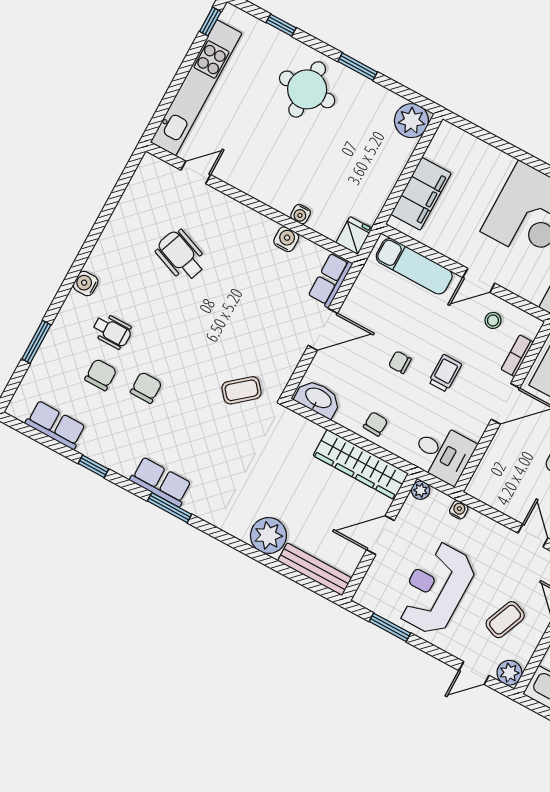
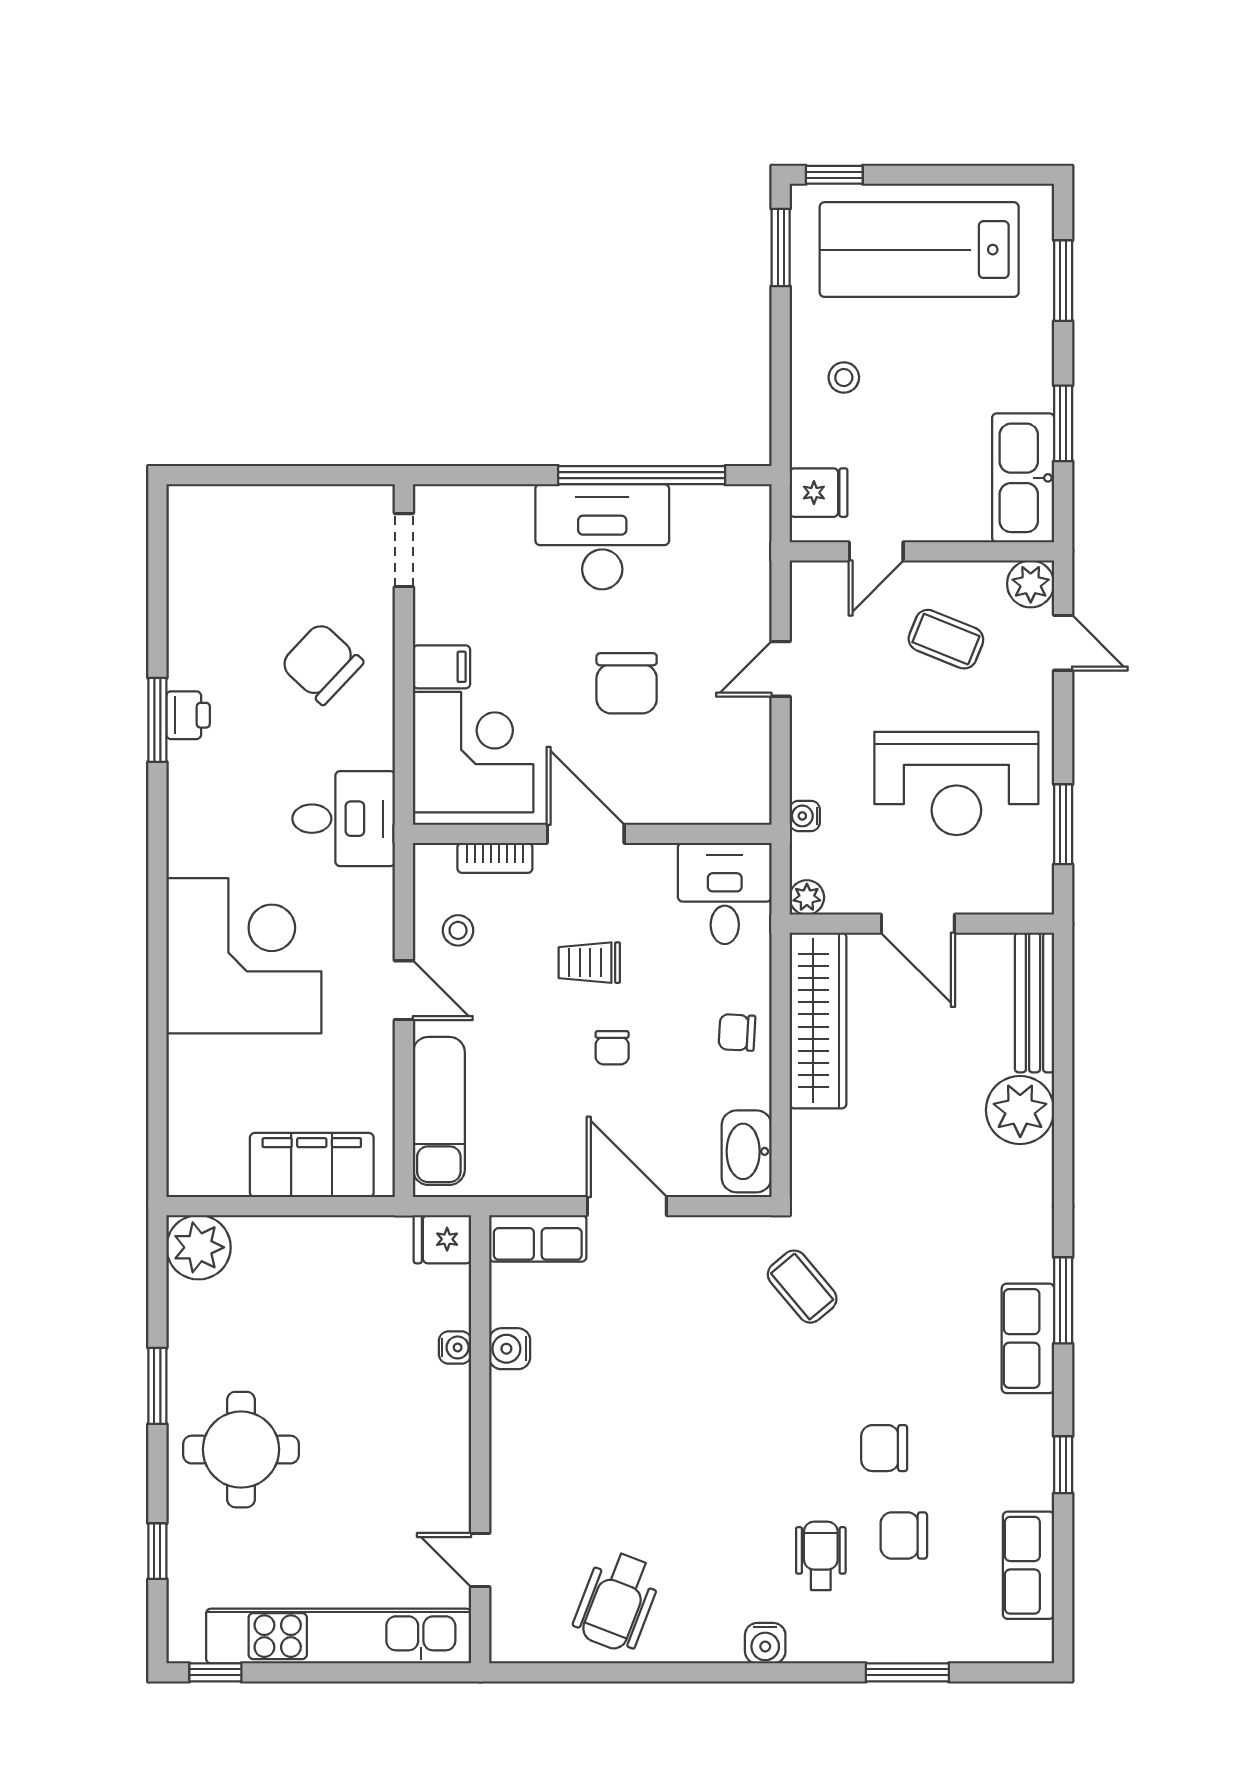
wheelchair: (181, 255) -> (617, 1601), moved

